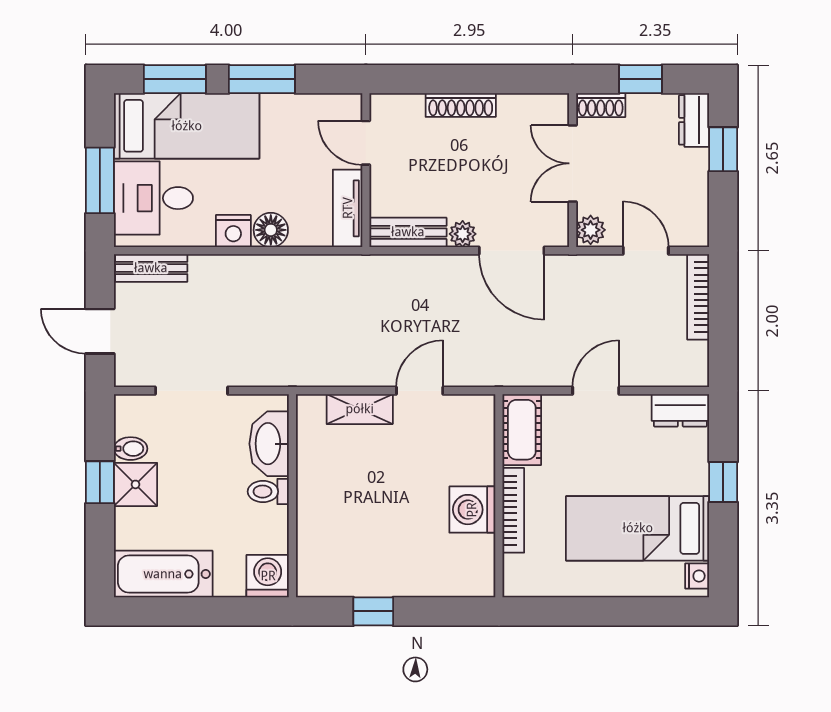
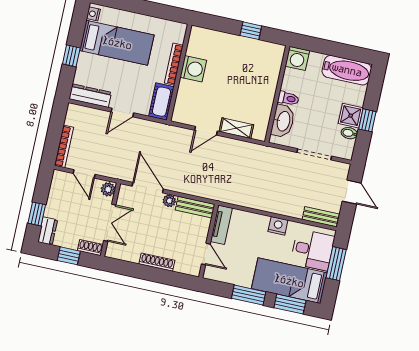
floor lamp: (271, 230) -> (260, 222), removed
dresser: (680, 410) -> (90, 96), width x1.44

